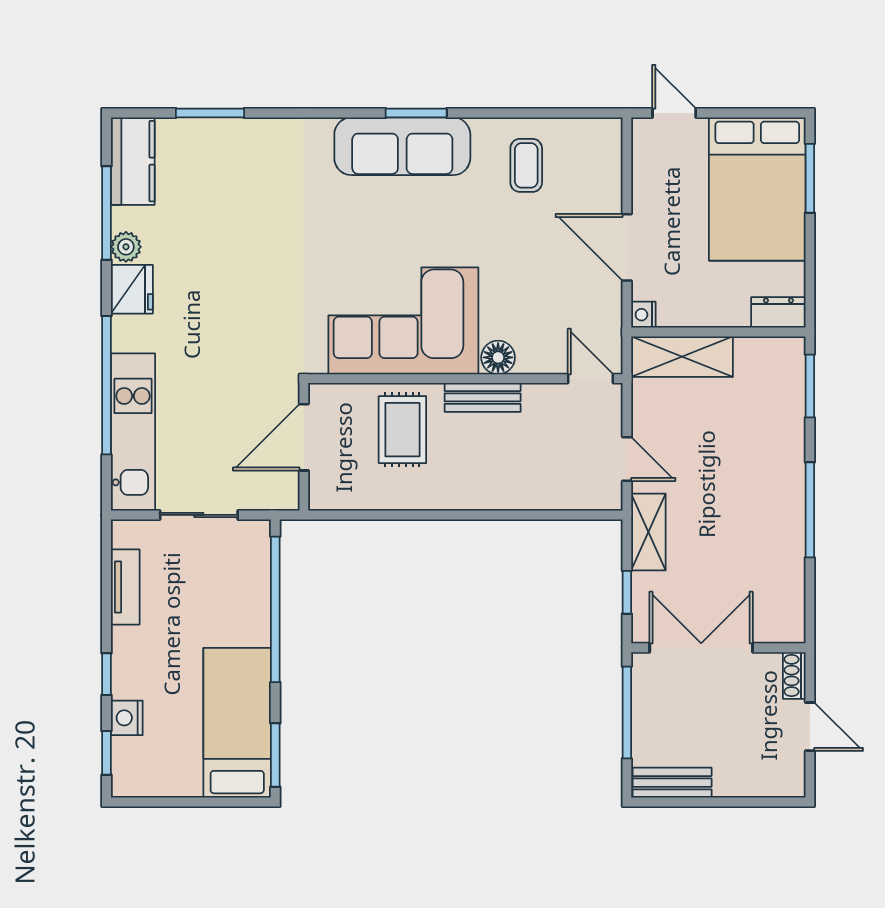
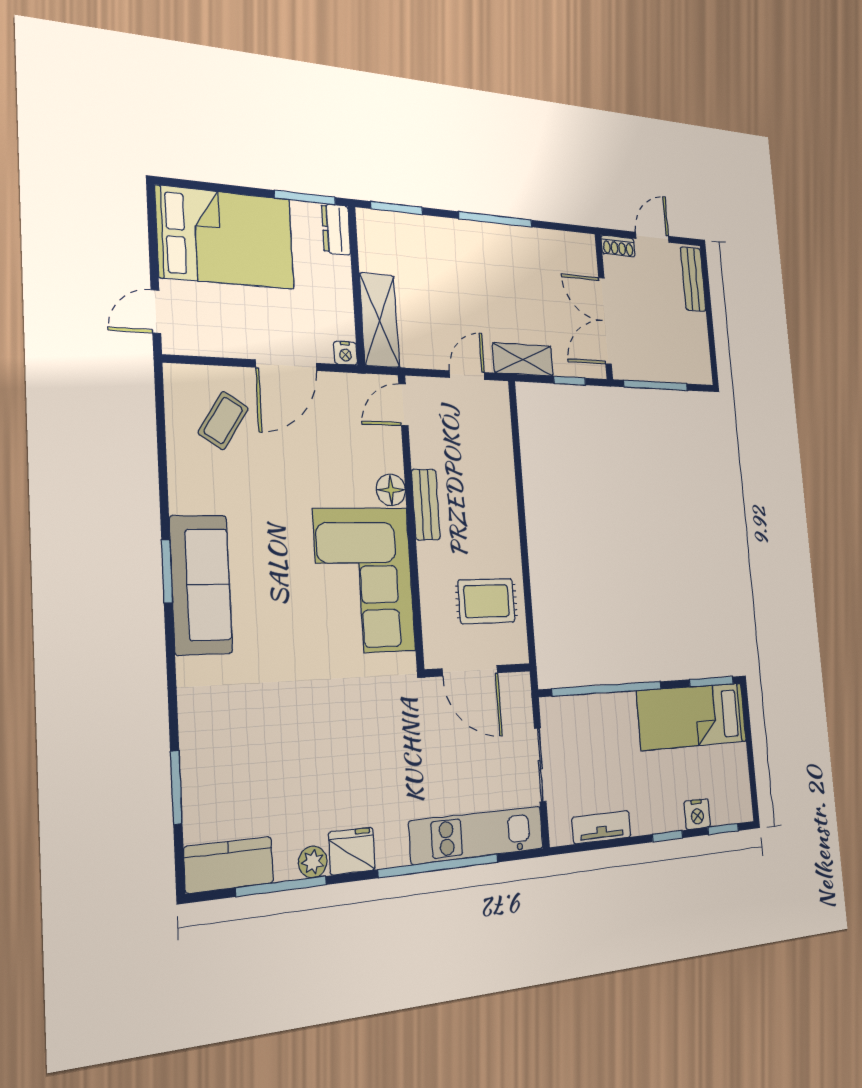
coffee table: (526, 165) -> (223, 421), moved, turned -57
window: (810, 178) -> (305, 198), moved
rug: (402, 430) -> (486, 601), moved
bench: (672, 783) -> (693, 279), moved

